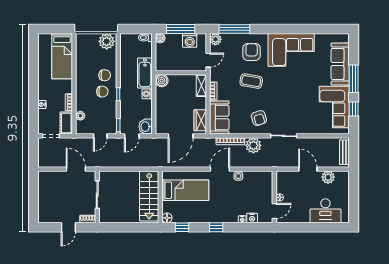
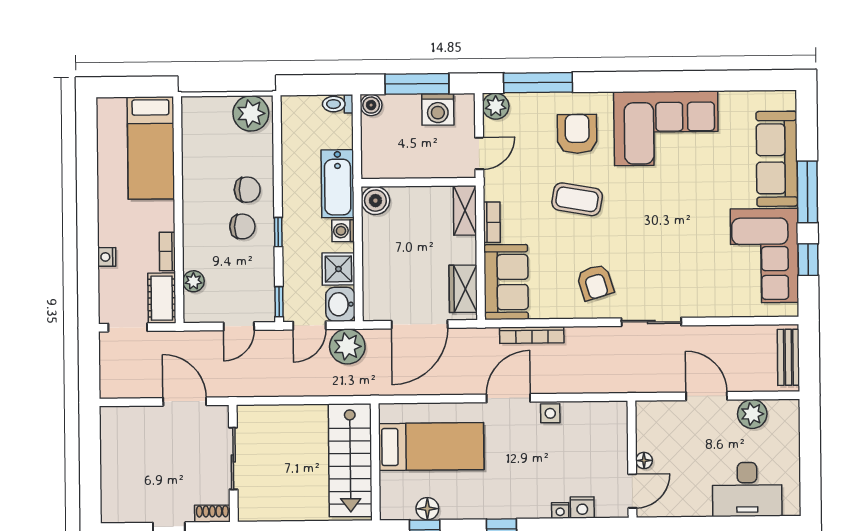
shower: (145, 111) -> (338, 269), added
plant: (253, 145) -> (347, 346), moved
floor lamp: (167, 218) -> (427, 509), moved

